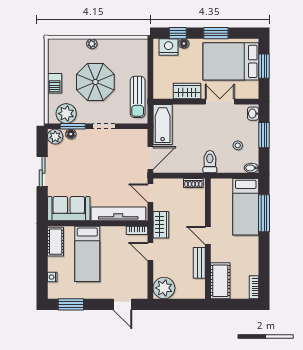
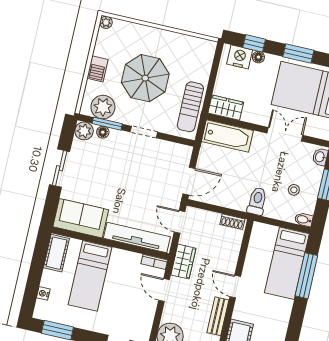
plant: (92, 44) -> (106, 22), moved
wardrobe: (187, 91) -> (226, 108), moved
bathtub: (163, 125) -> (227, 136), moved, turned 90

